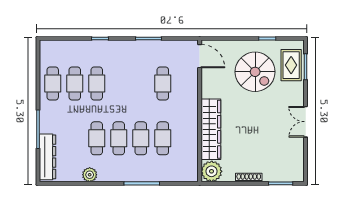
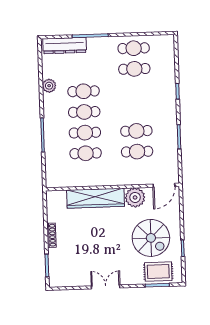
spiral stairs: (255, 72) -> (151, 238), turned -90
cafe table: (97, 83) -> (136, 131), moved
plant: (212, 171) -> (135, 197), moved

